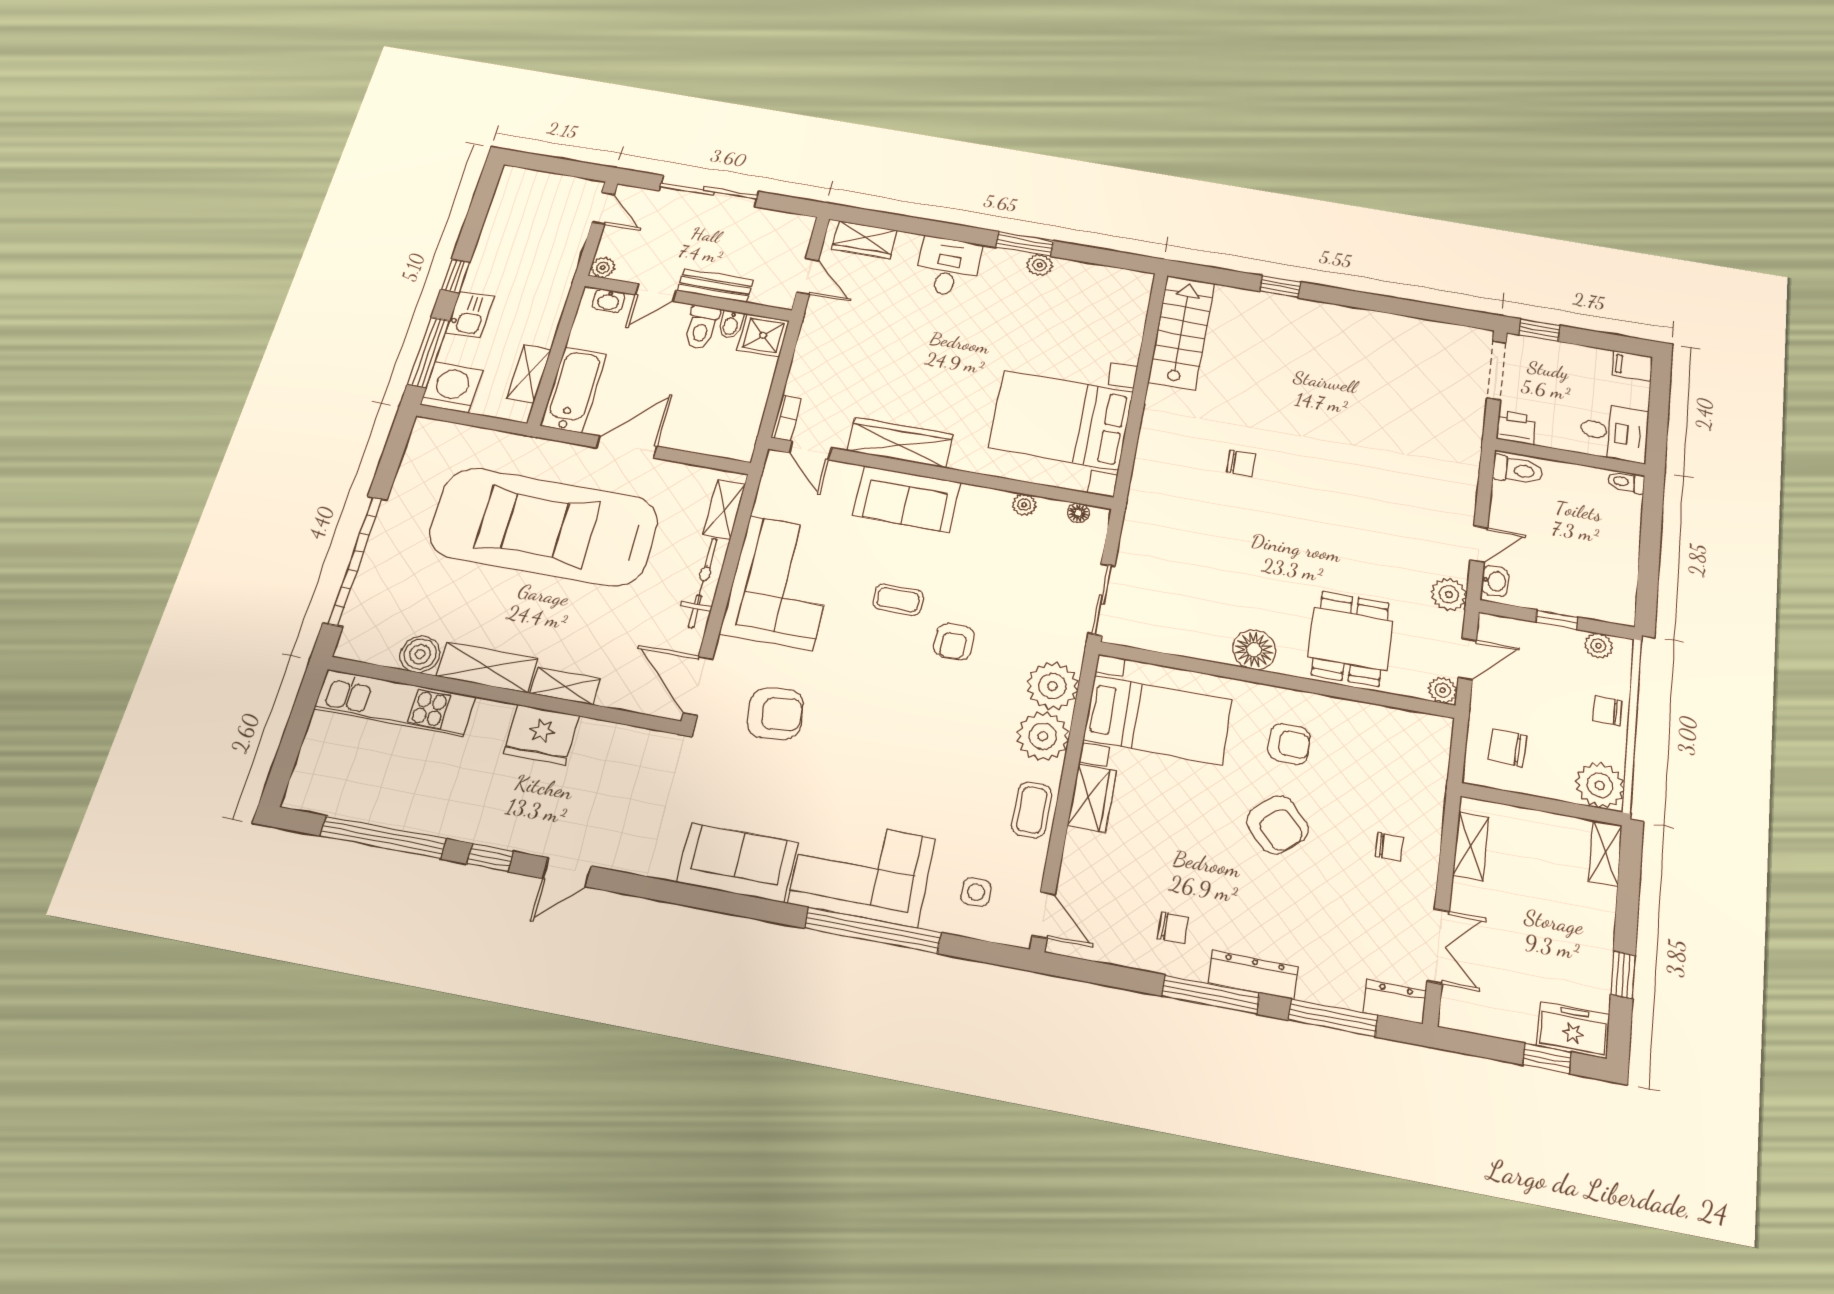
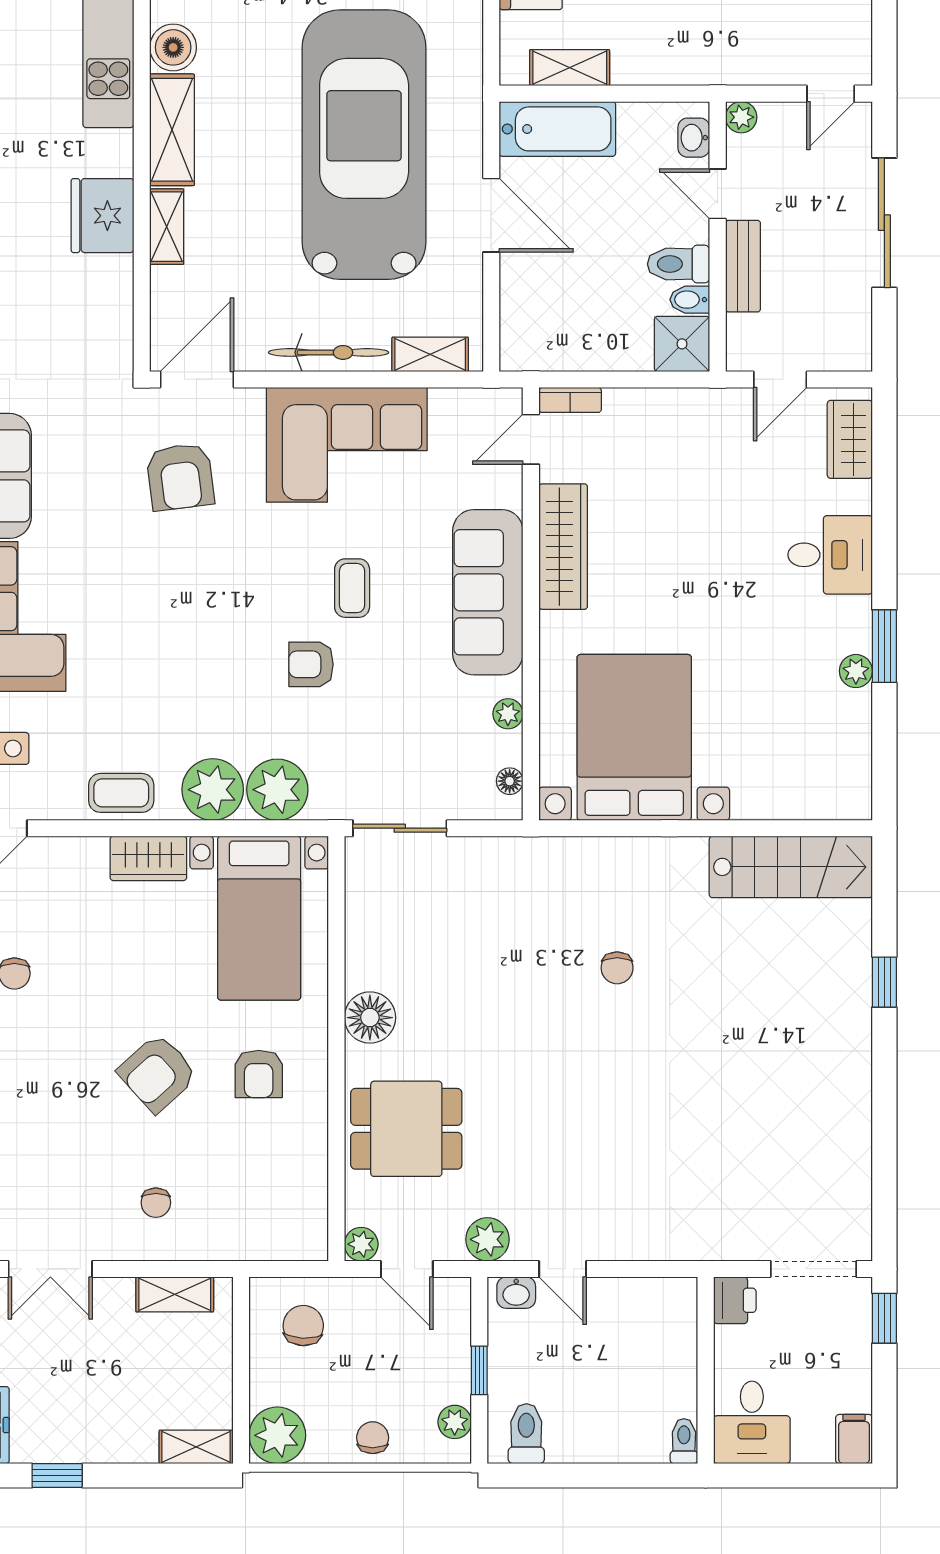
toilet: (1517, 470) -> (526, 1434), moved, turned 180
sofa: (907, 499) -> (488, 592), width x1.36

